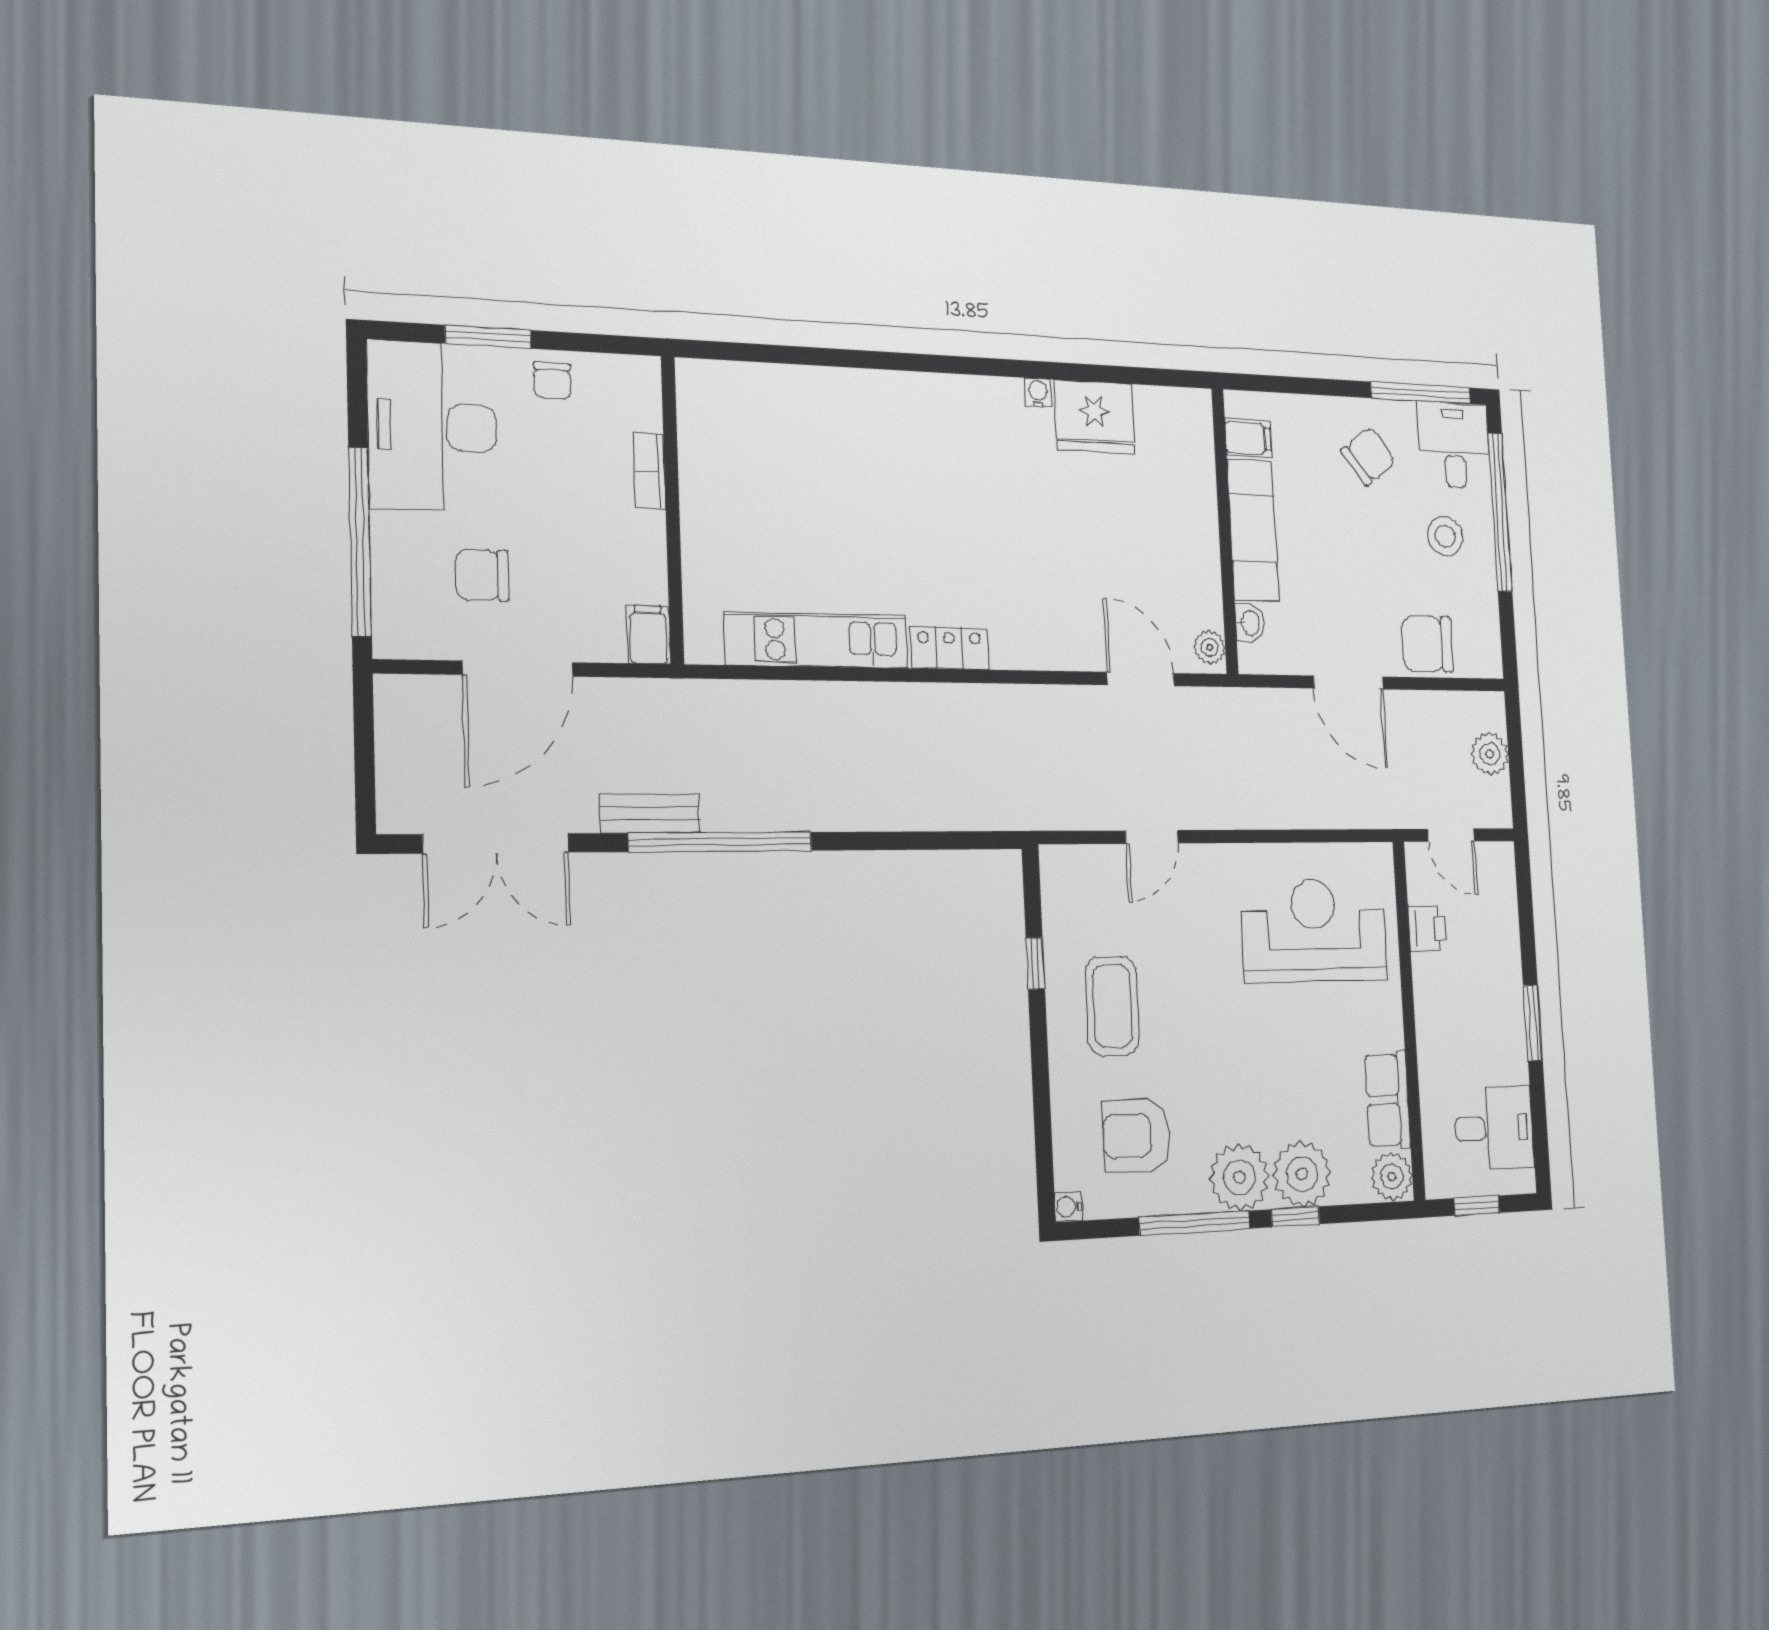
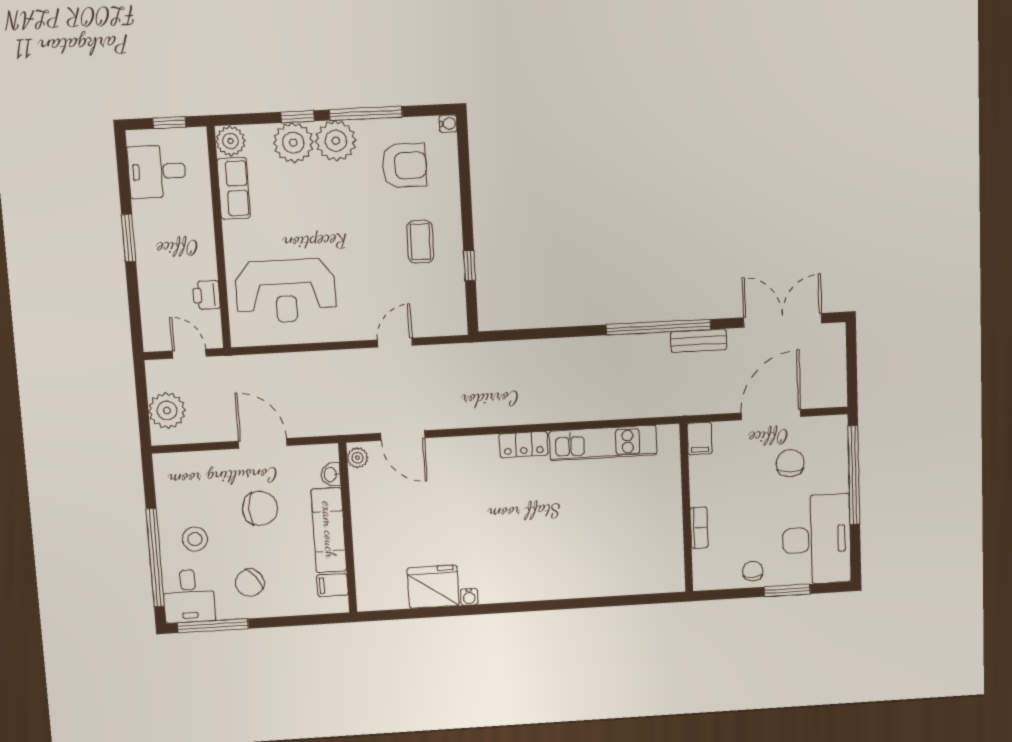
chair: (482, 575) -> (790, 463), turned -90
chair: (1427, 644) -> (260, 508), moved
plant: (1490, 754) -> (167, 411), width x1.36, depth x1.36
coffee table: (1112, 1006) -> (420, 242), width x0.73, depth x0.77

